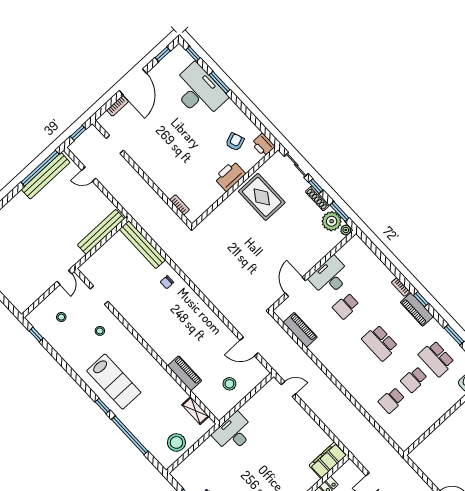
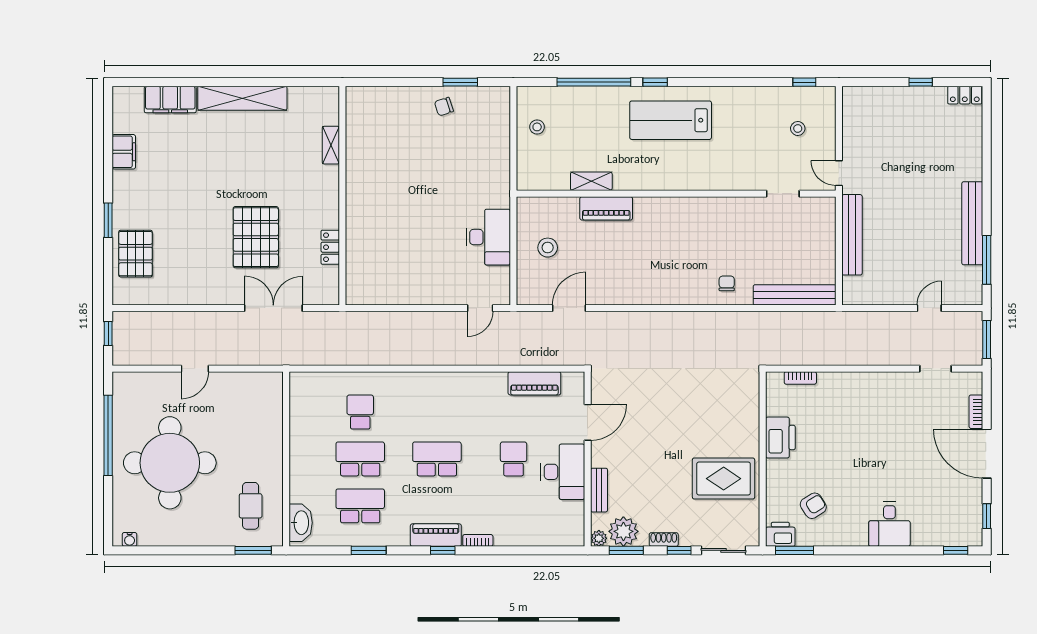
window: (219, 82) -> (795, 550), moved
desk: (199, 92) -> (889, 524), width x0.53, depth x0.77
window: (78, 133) -> (987, 340), width x1.50
armchair: (235, 142) -> (813, 506), turned -101
window: (40, 168) -> (987, 260), width x0.68
bench: (46, 176) -> (972, 223), moved
printer: (230, 176) -> (780, 438), moved
shoe rack: (318, 198) -> (664, 539), width x0.70
bench: (101, 232) -> (852, 235), moved
bench: (323, 251) -> (599, 490), added
door: (295, 287) -> (588, 422), hinge flipped
stool: (100, 331) -> (742, 157), removed
school desk: (414, 379) -> (360, 459), width x1.85
shelving: (195, 411) -> (591, 181), moved
desk: (234, 433) -> (488, 237), moved
stool: (176, 442) -> (537, 127), width x0.53, depth x0.53
filing cabinet: (328, 460) -> (359, 278), removed

